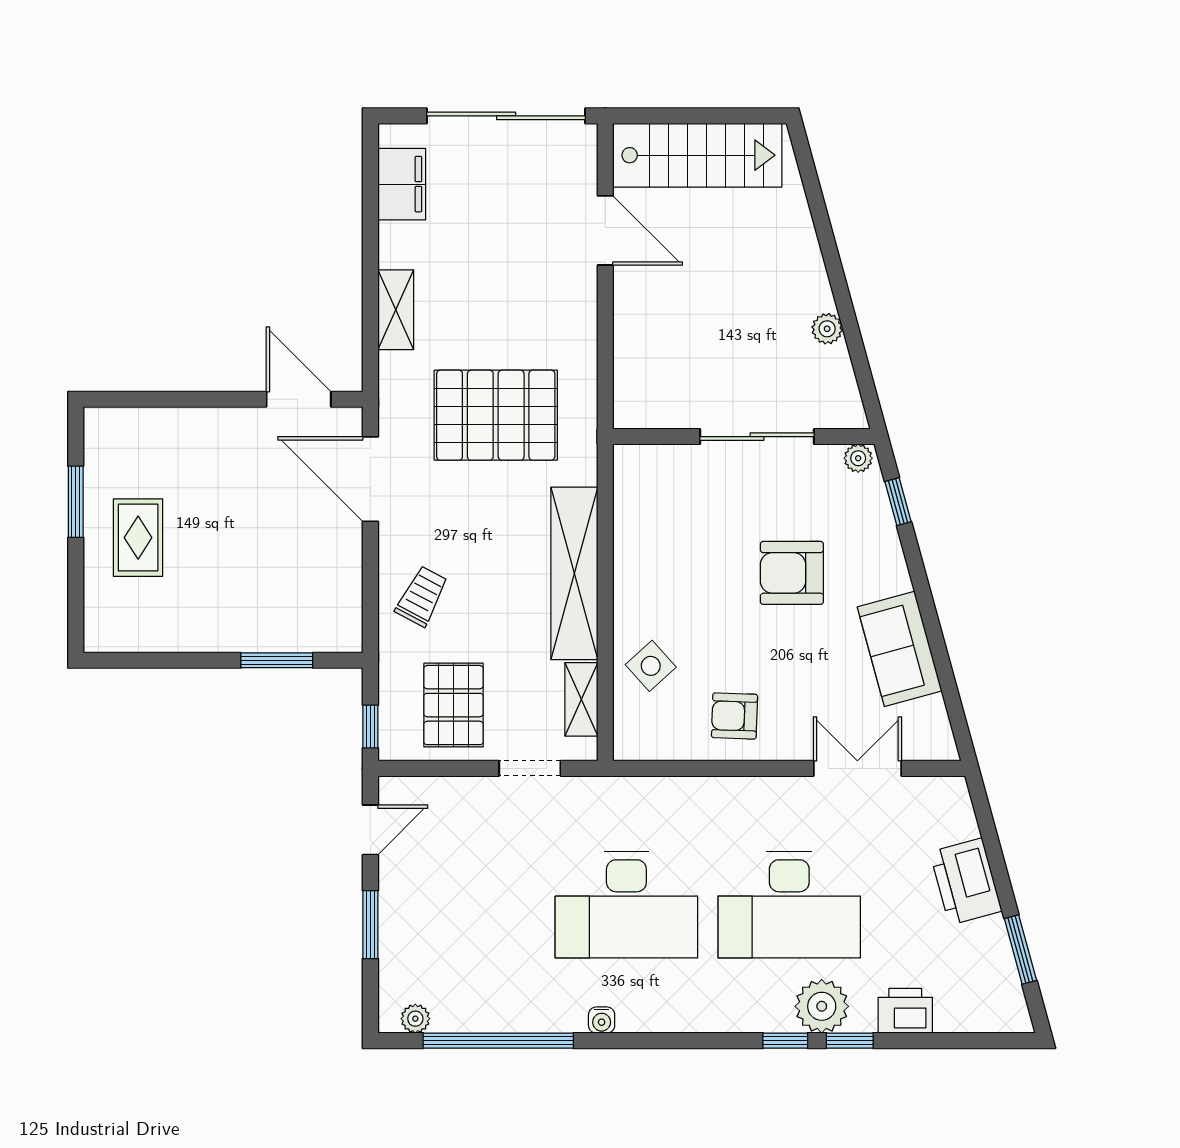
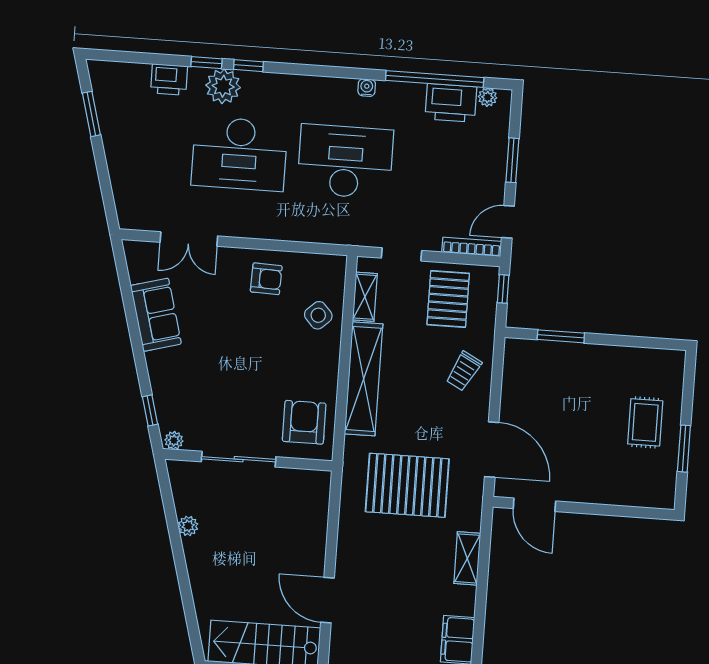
armchair: (792, 573) -> (304, 422), moved, turned -90
bookcase: (423, 788) -> (472, 247), added
printer: (966, 882) -> (451, 103), moved, turned 105
desk: (789, 905) -> (239, 154), turned 180

